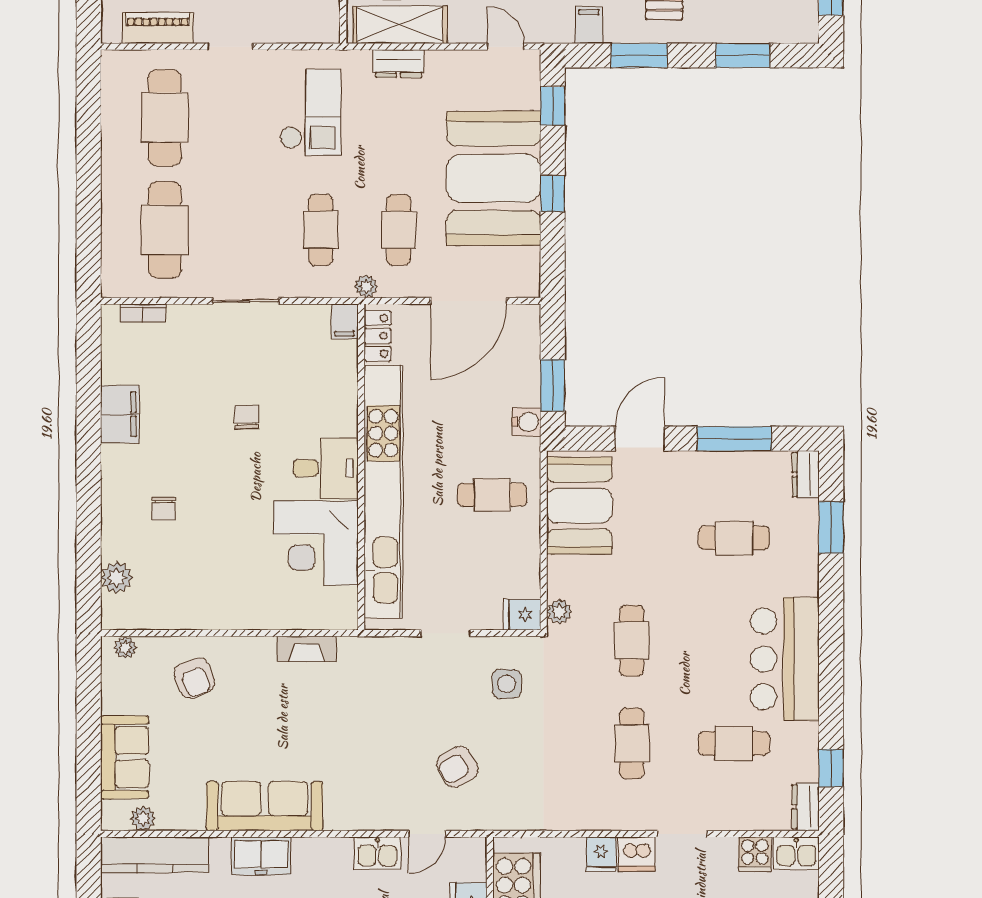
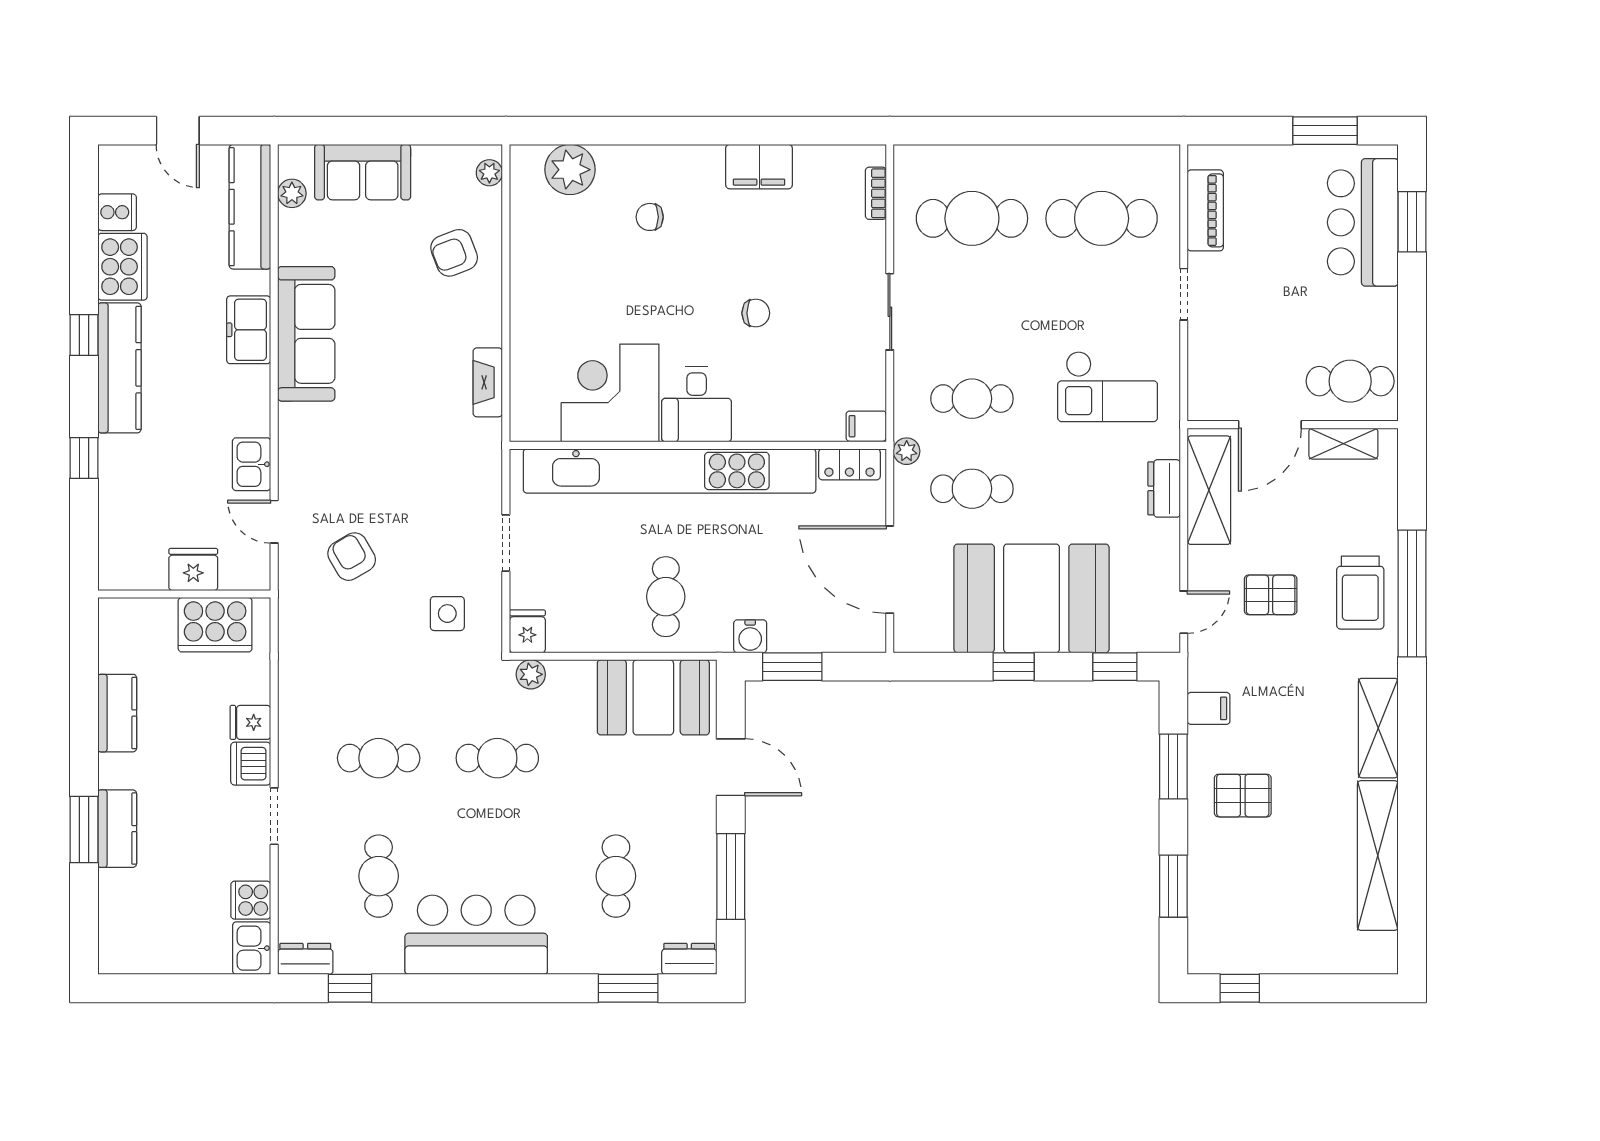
plant: (117, 578) -> (570, 170), width x1.36, depth x1.36

